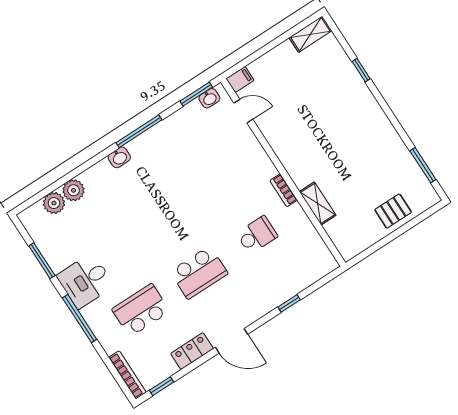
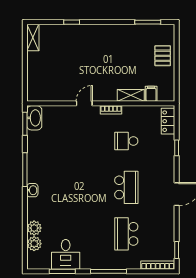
filing cabinet: (240, 79) -> (151, 94), moved
washbasin: (209, 98) -> (34, 118), width x1.91, depth x1.45
door: (243, 111) -> (84, 103), moved
school desk: (257, 235) -> (126, 141), turned -90
desk: (85, 281) -> (66, 254), moved
locker: (192, 351) -> (168, 121), moved

